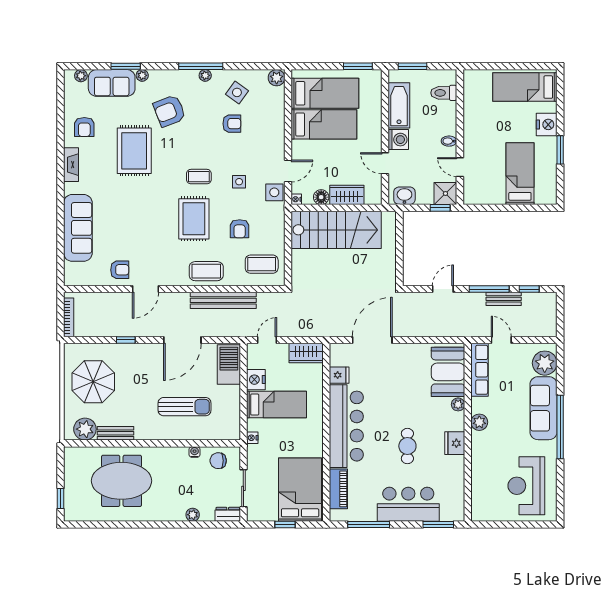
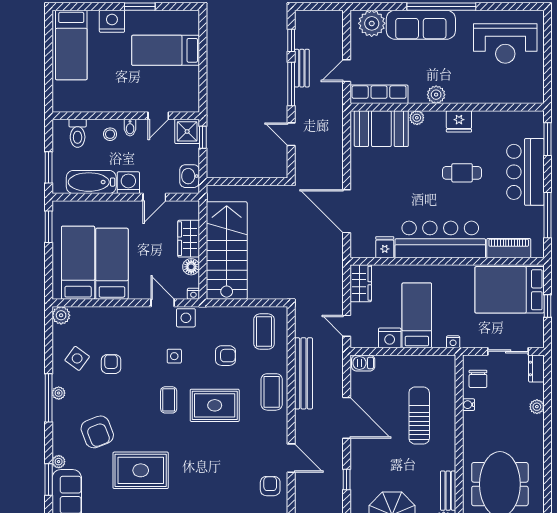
stool: (443, 123) -> (110, 134), added
barbecue: (229, 365) -> (363, 363), width x0.53, depth x0.65

